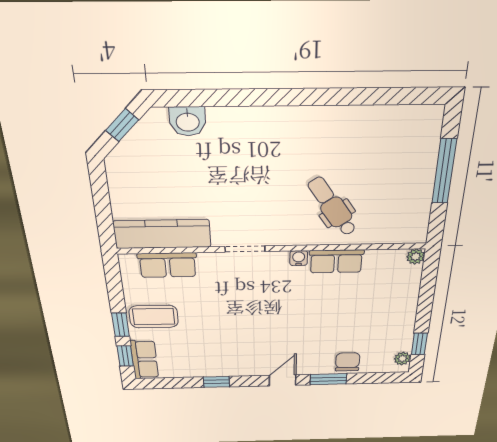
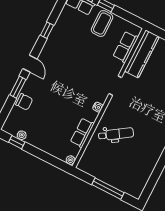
row of seats: (336, 261) -> (82, 133), moved
plant: (402, 359) -> (22, 135), moved

